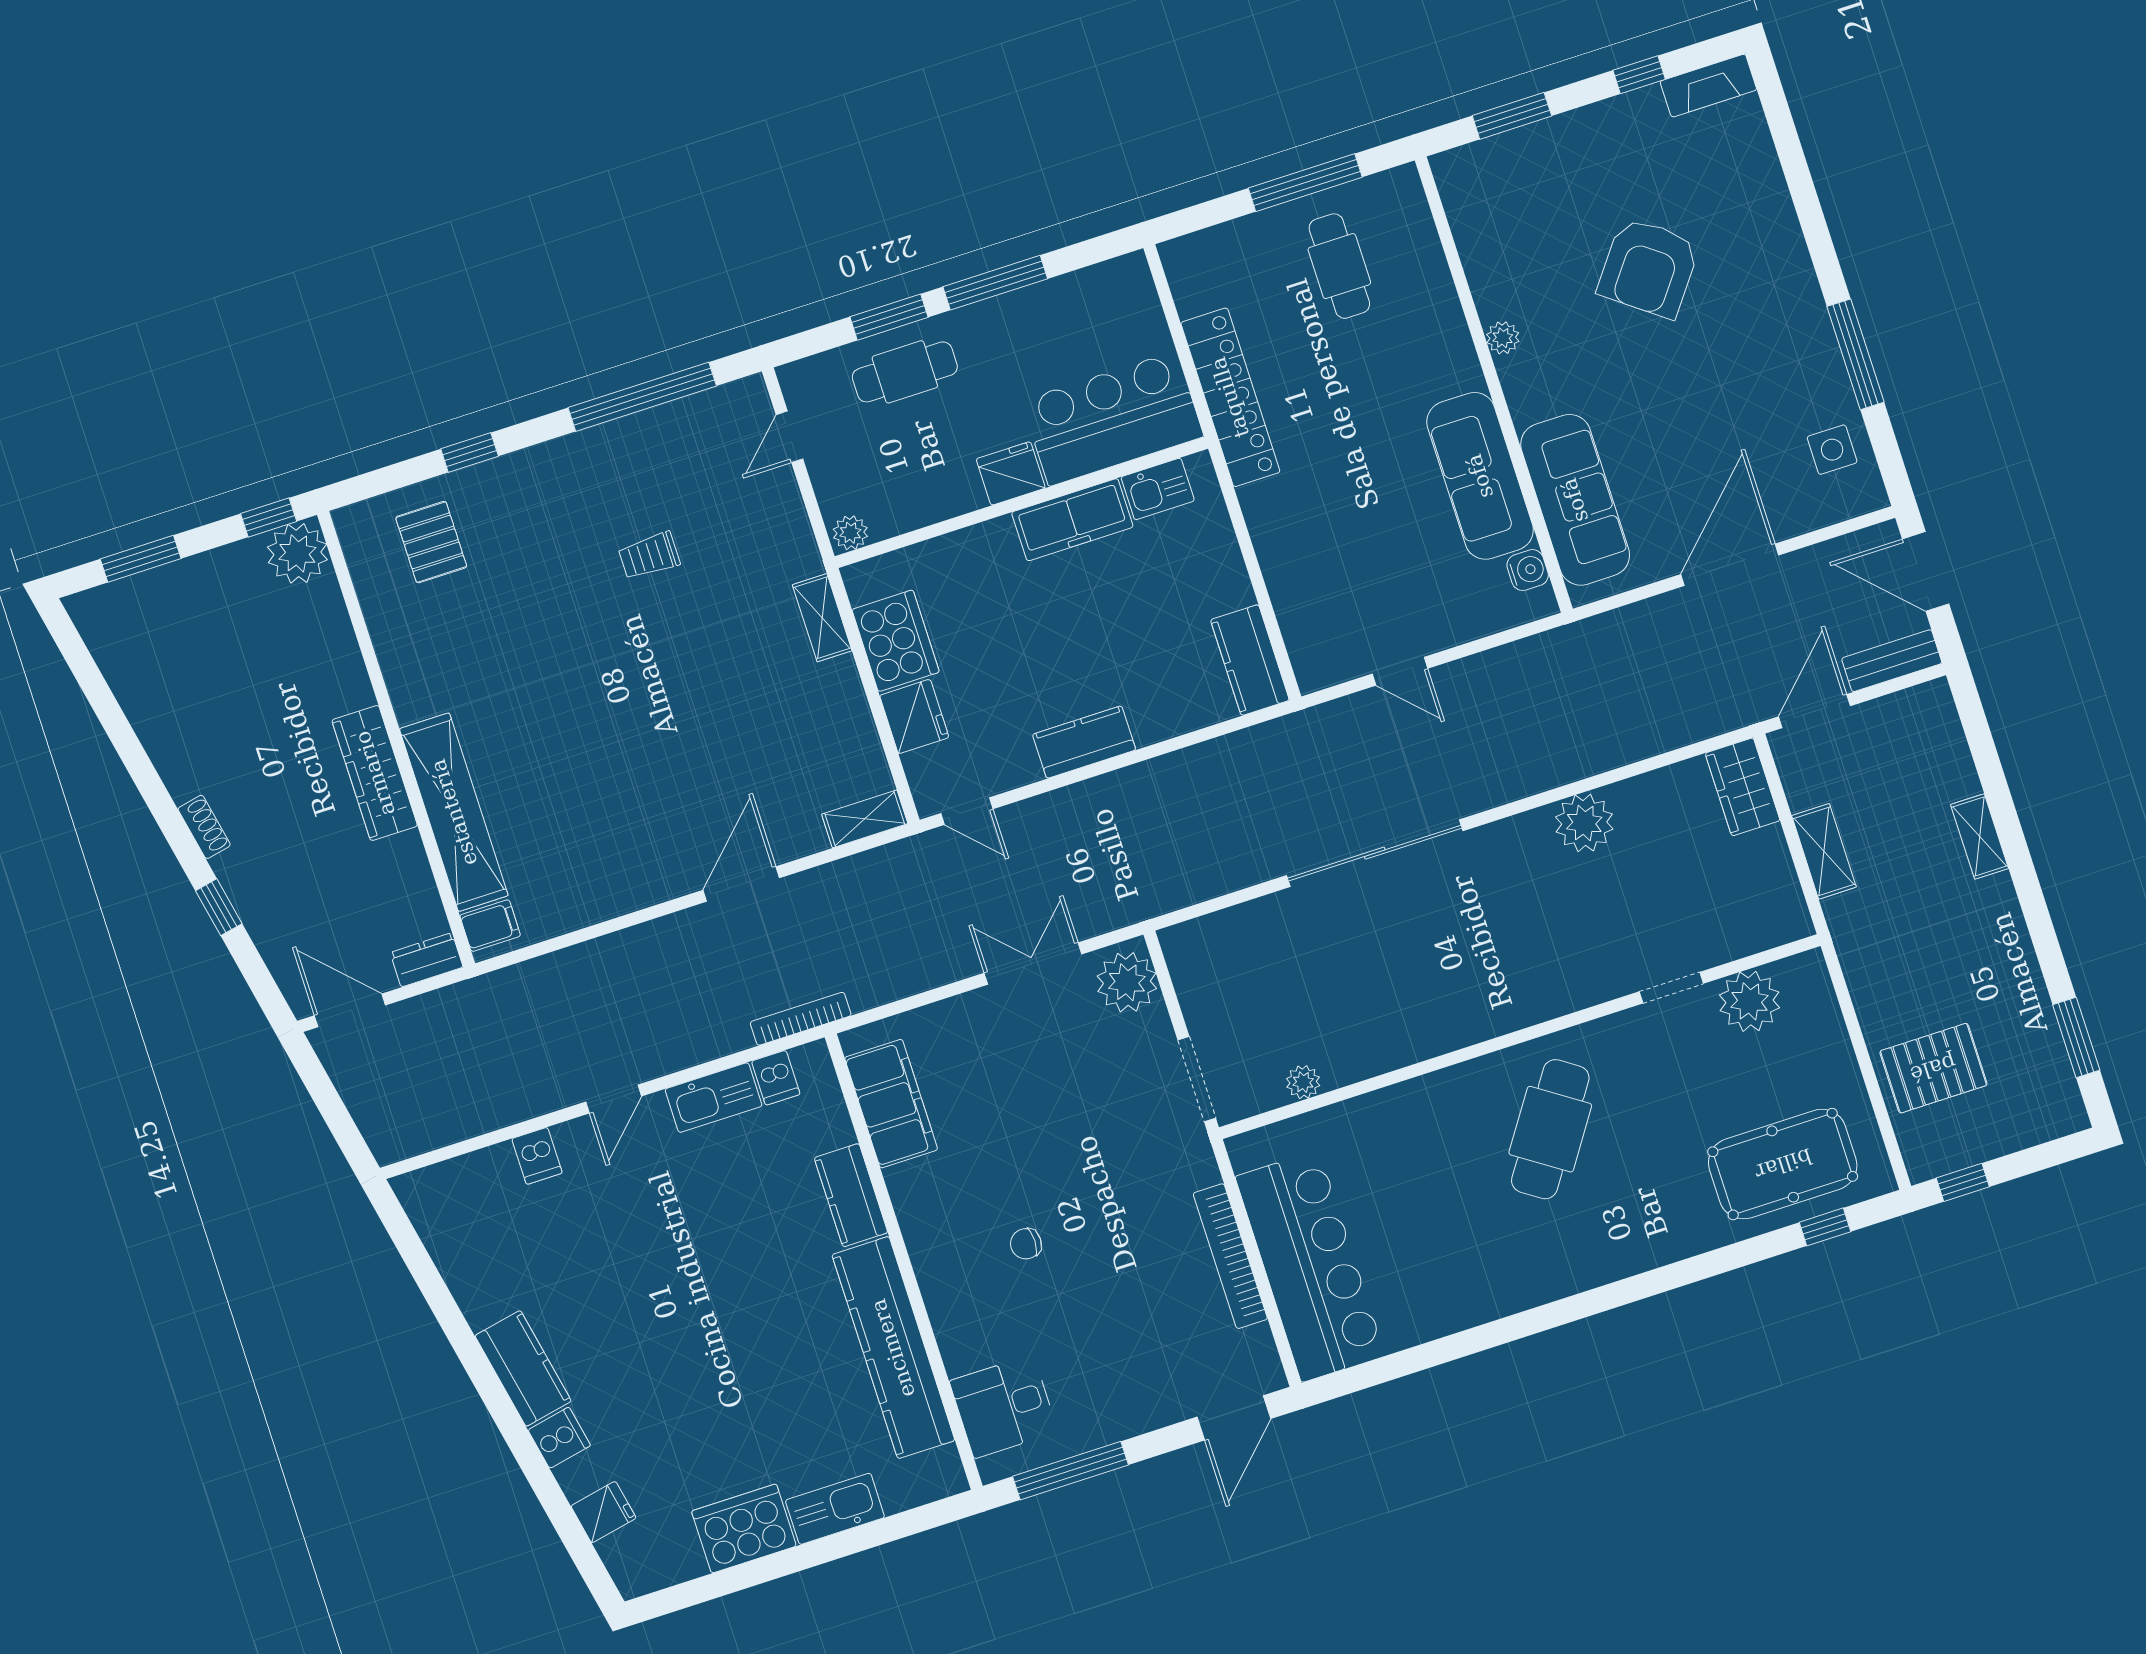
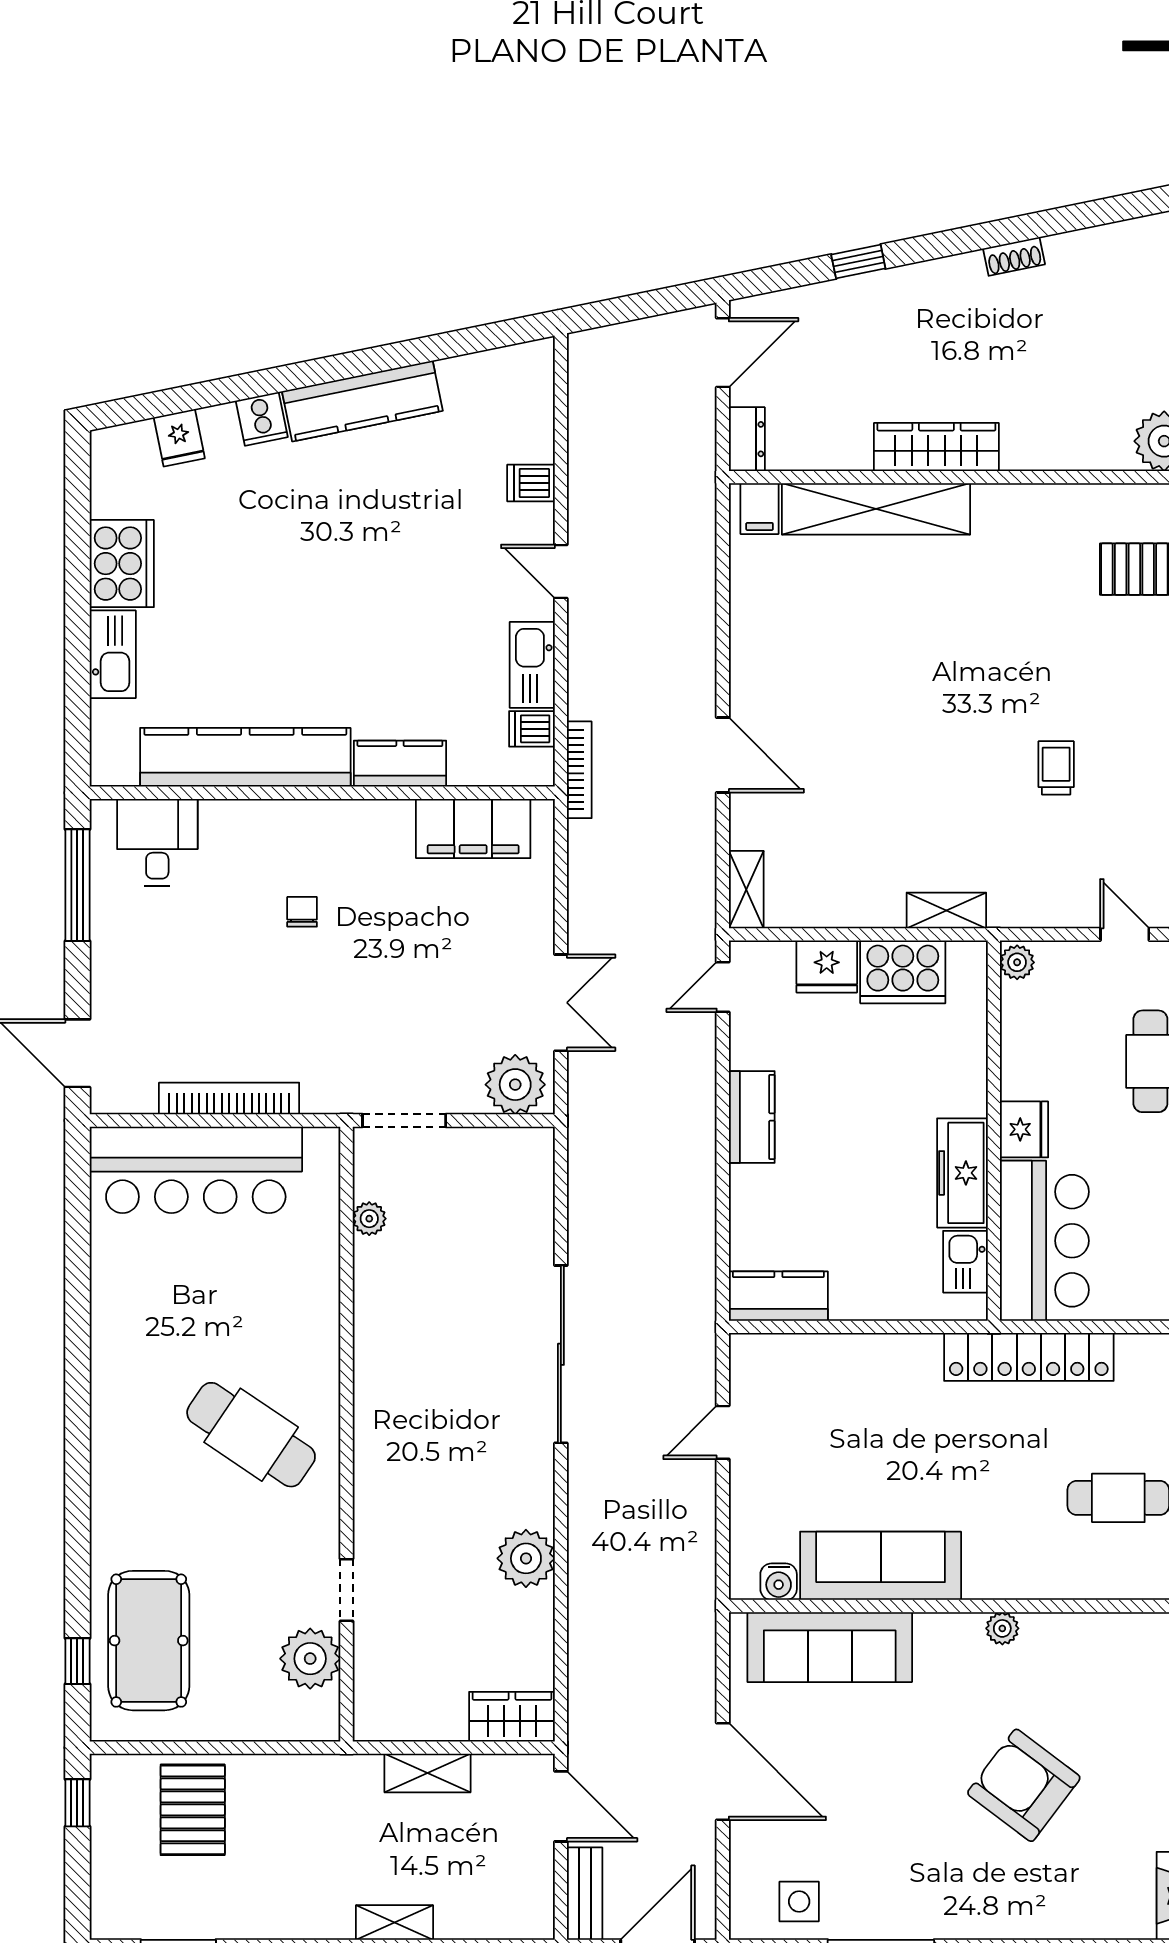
shoe rack: (204, 827) -> (1014, 256), moved
kitchen counter: (523, 1368) -> (362, 401), width x1.50

